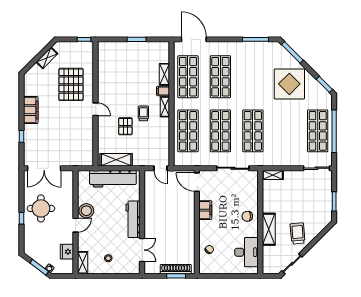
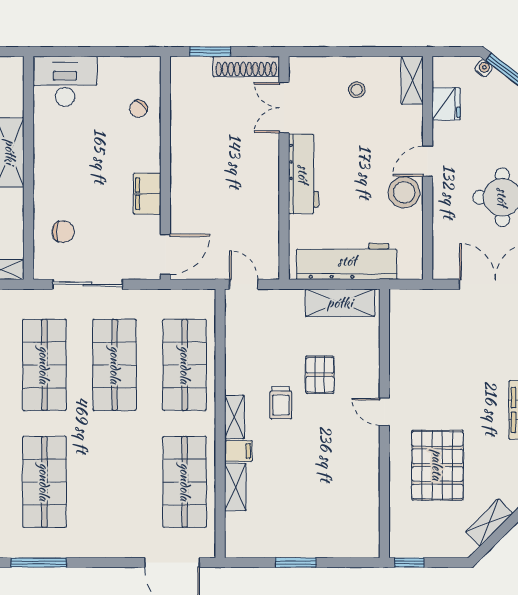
shop shelf: (220, 77) -> (44, 482), moved
door: (197, 182) -> (165, 254), hinge flipped
chair: (247, 216) -> (63, 232), moved
desk: (246, 252) -> (65, 81), moved, turned 90
shoe rack: (176, 269) -> (246, 66), moved

